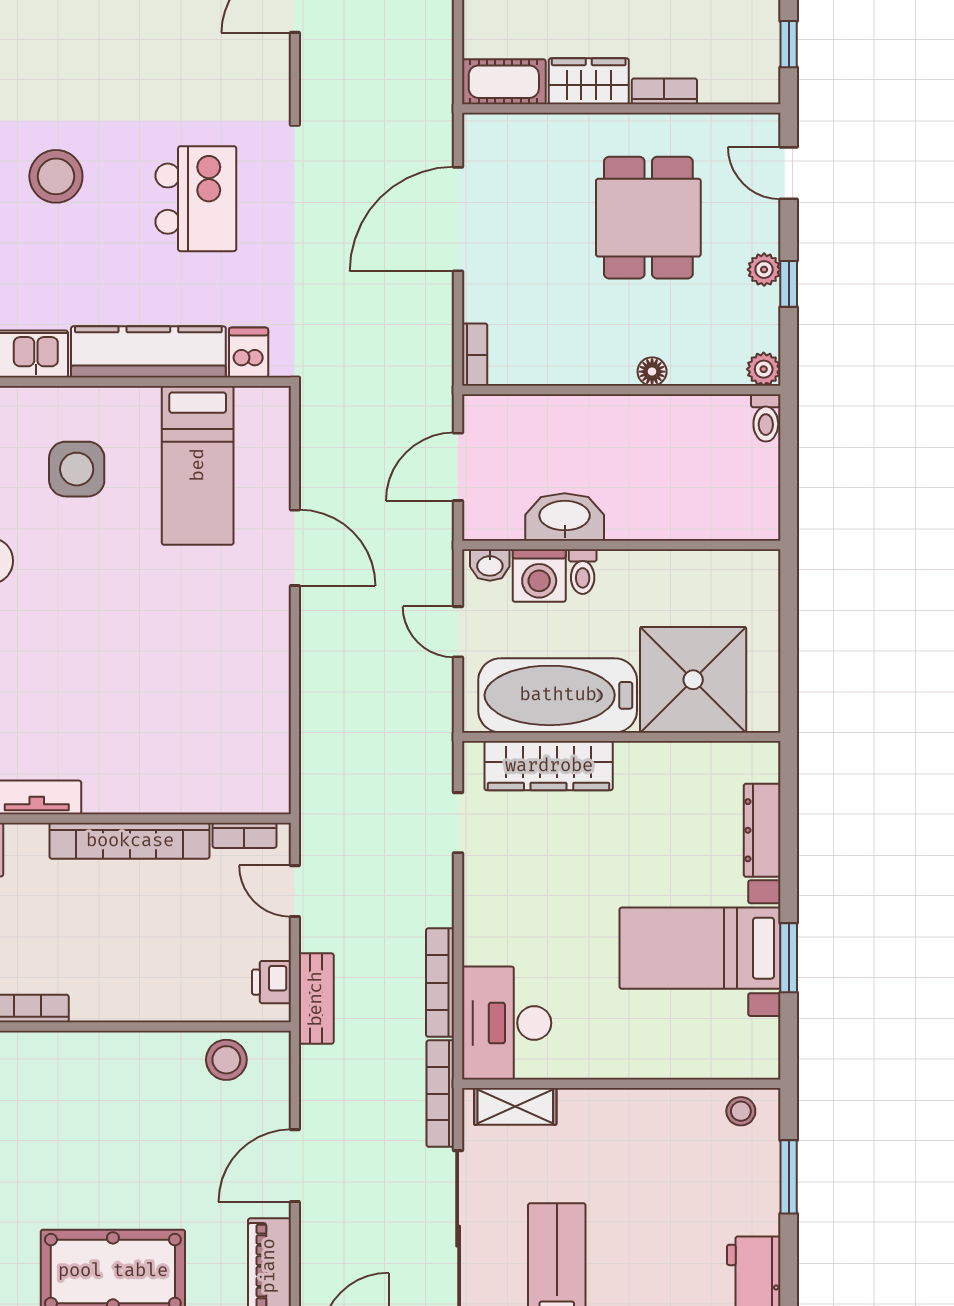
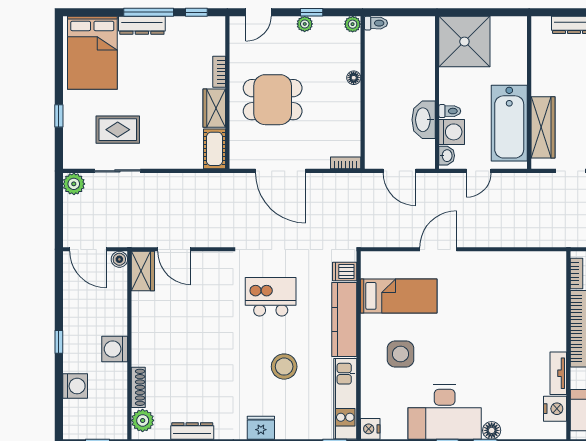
stool: (56, 176) -> (284, 367), moved
dining table: (648, 218) -> (273, 100), moved
shower: (693, 680) -> (464, 42), moved

